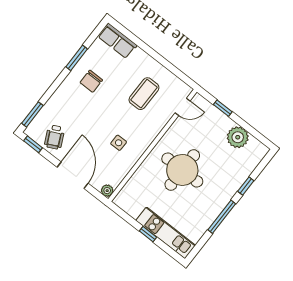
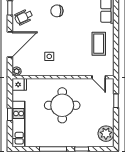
chair: (91, 81) -> (57, 11), moved
coffee table: (144, 94) -> (99, 44), moved, turned 90
plant: (238, 137) -> (106, 134), moved
fridge: (124, 199) -> (19, 84), added

